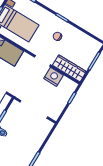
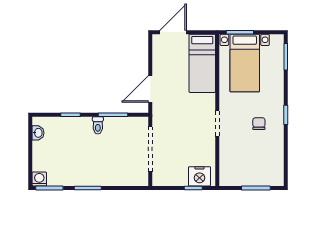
wardrobe: (69, 68) -> (228, 163), removed
nightstand: (54, 77) -> (200, 176), moved, turned 90

